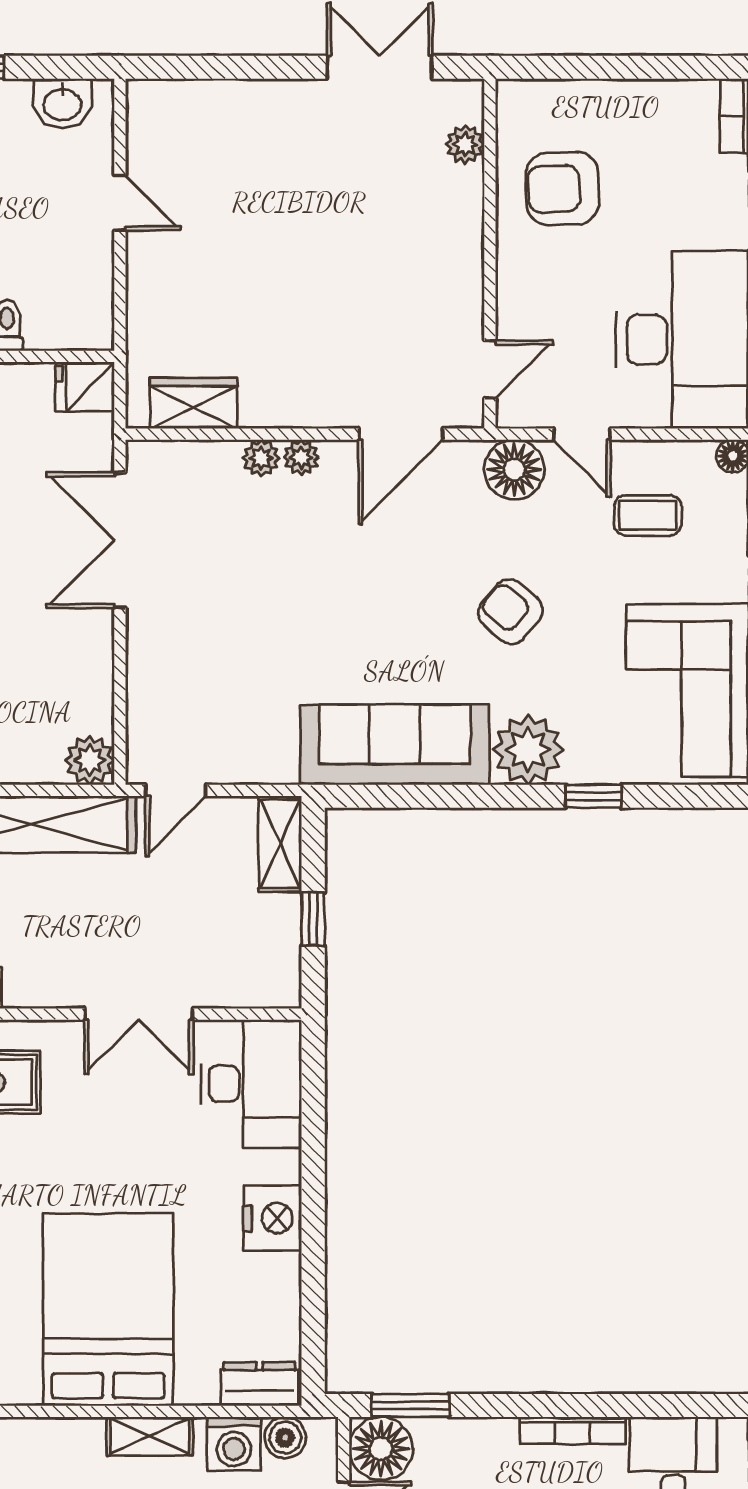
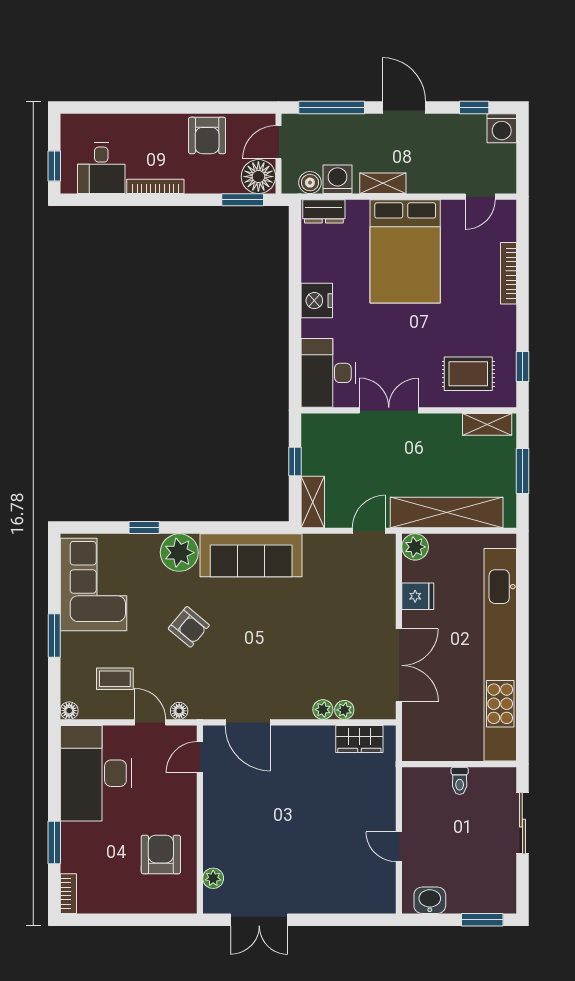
armchair: (562, 189) -> (161, 854), turned -88
fridge: (85, 387) -> (418, 596), moved
door: (401, 434) -> (248, 722), swing flipped
plant: (301, 457) -> (344, 710), moved
floor lamp: (514, 470) -> (179, 711), width x0.53, depth x0.53

